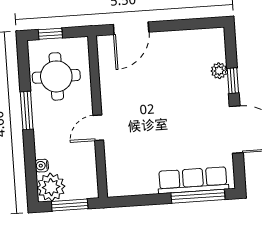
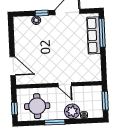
plant: (51, 187) -> (72, 111), moved

